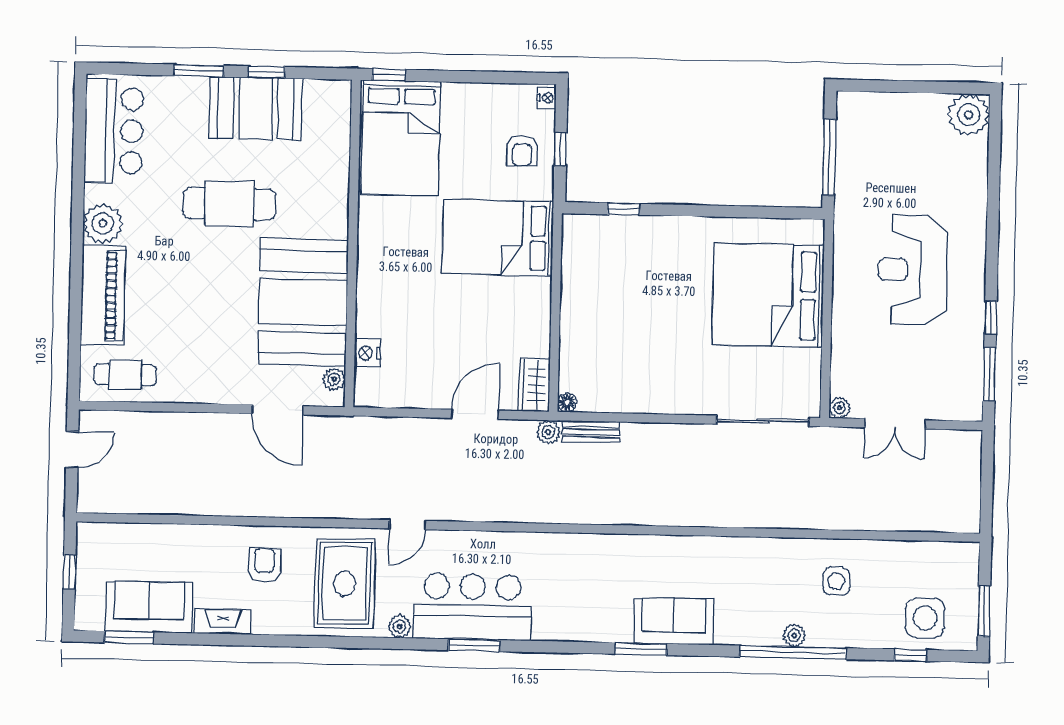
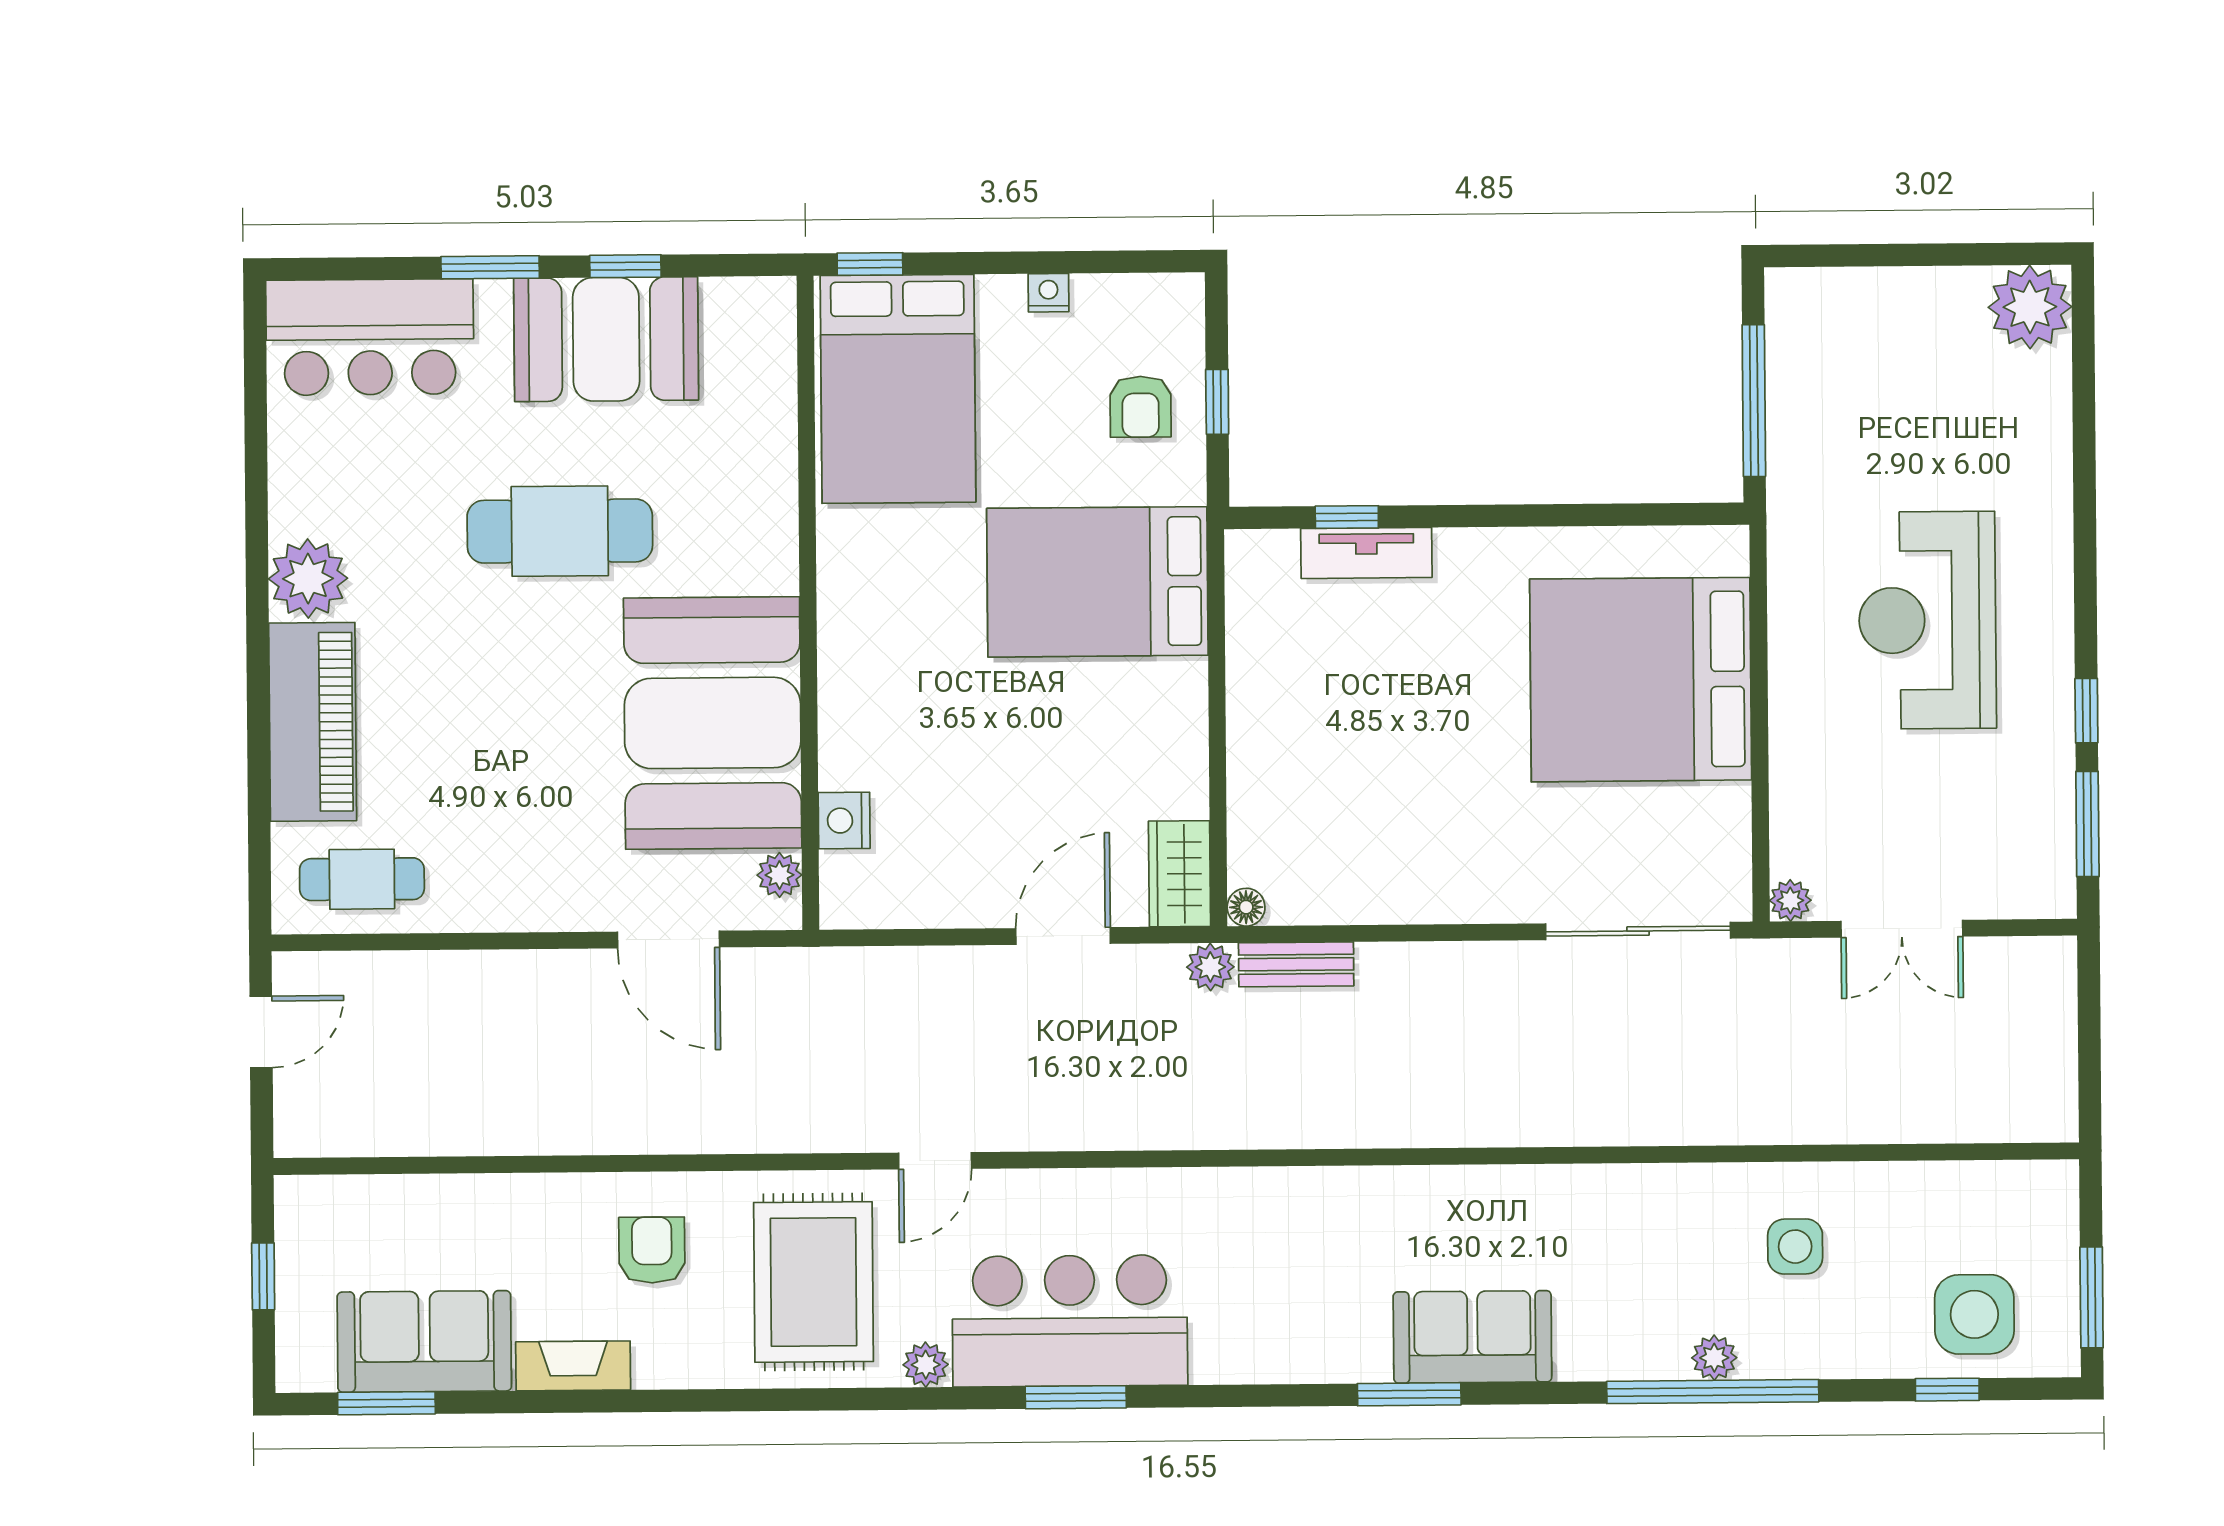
nightstand: (547, 98) -> (1048, 293), moved, turned -90
bar counter: (114, 131) -> (370, 337), moved, turned 90
tv unit: (633, 227) -> (1366, 553), added

